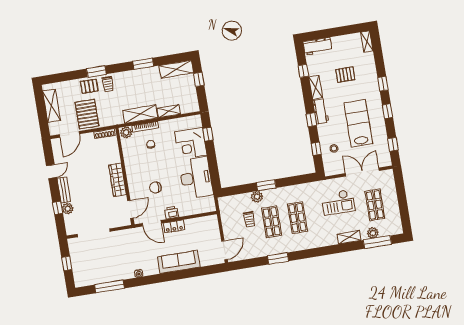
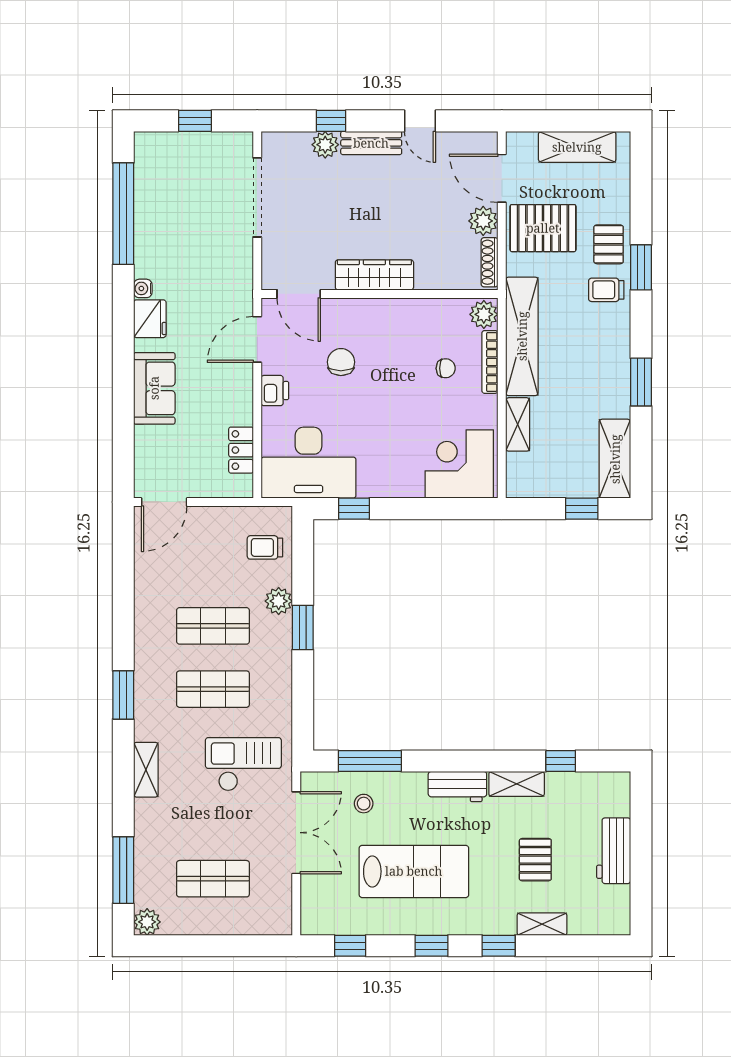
shelving: (367, 41) -> (542, 924), moved
workbench: (317, 46) -> (614, 851), moved
shelving: (140, 114) -> (522, 336), width x1.47
window: (311, 120) -> (441, 761), removed
window: (208, 134) -> (354, 509), moved
plant: (88, 139) -> (483, 221), added
corner desk: (191, 144) -> (459, 464), moved
window: (316, 149) -> (370, 761), width x2.17
double door: (362, 172) -> (296, 833), moved
desk: (196, 178) -> (309, 463), moved
checkout: (338, 202) -> (243, 764), moved, turned 90
trolley: (249, 219) -> (265, 547), moved
locker: (174, 226) -> (241, 450), moved
plant: (373, 233) -> (147, 922), moved
shelving: (349, 237) -> (146, 770), moved
door: (224, 250) -> (164, 502), hinge flipped
window: (278, 259) -> (123, 695), moved
sofa: (179, 262) -> (154, 388), width x0.73
fridge: (151, 268) -> (150, 319), added
window: (109, 286) -> (123, 214), width x1.46

